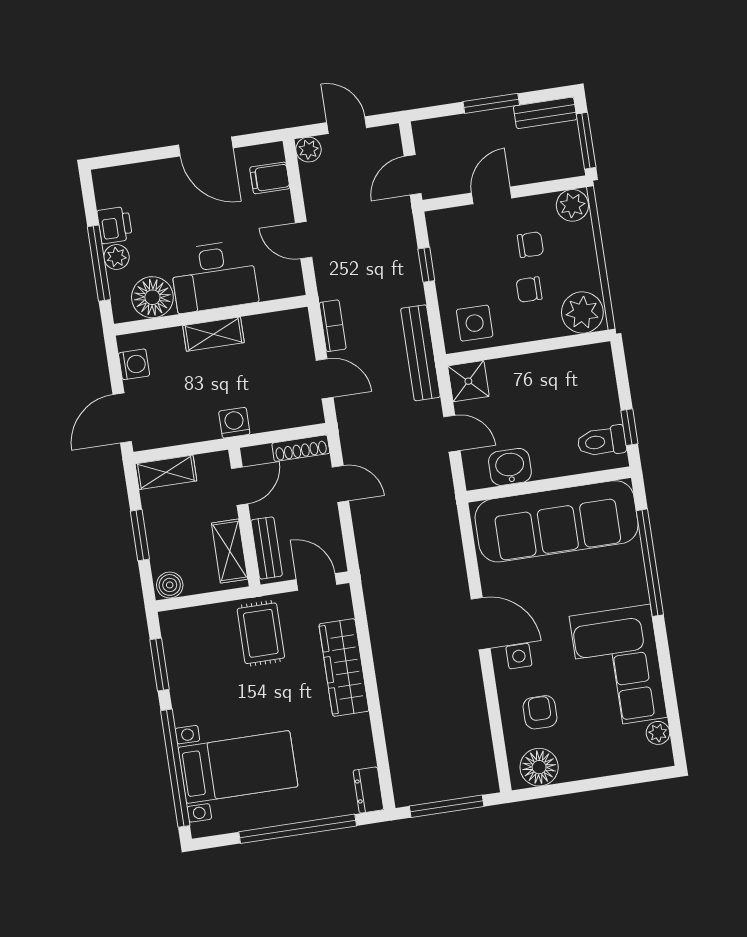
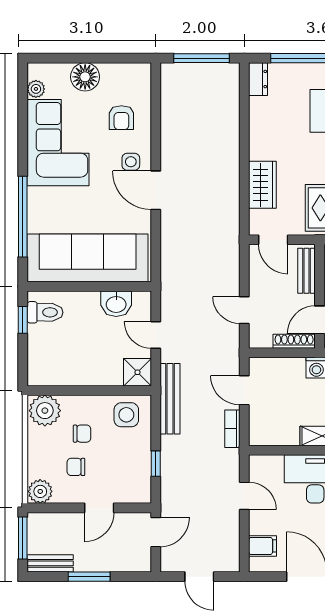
plant: (309, 150) -> (230, 563), removed
shoe rack: (301, 448) -> (294, 341), moved
wardrobe: (344, 668) -> (262, 185), width x0.67
floor lamp: (539, 767) -> (85, 77), moved

